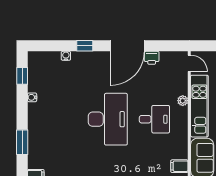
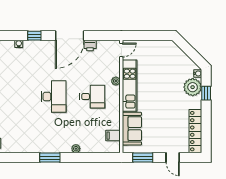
door: (189, 63) -> (121, 50), hinge flipped
desk: (108, 119) -> (54, 97), width x0.73, depth x0.77

